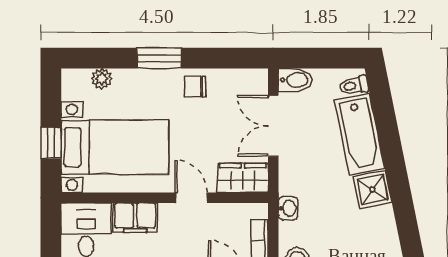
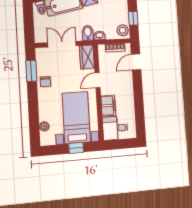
window: (159, 58) -> (31, 71), moved
bidet: (295, 80) -> (88, 33), moved
double door: (273, 126) -> (62, 44), swing flipped

